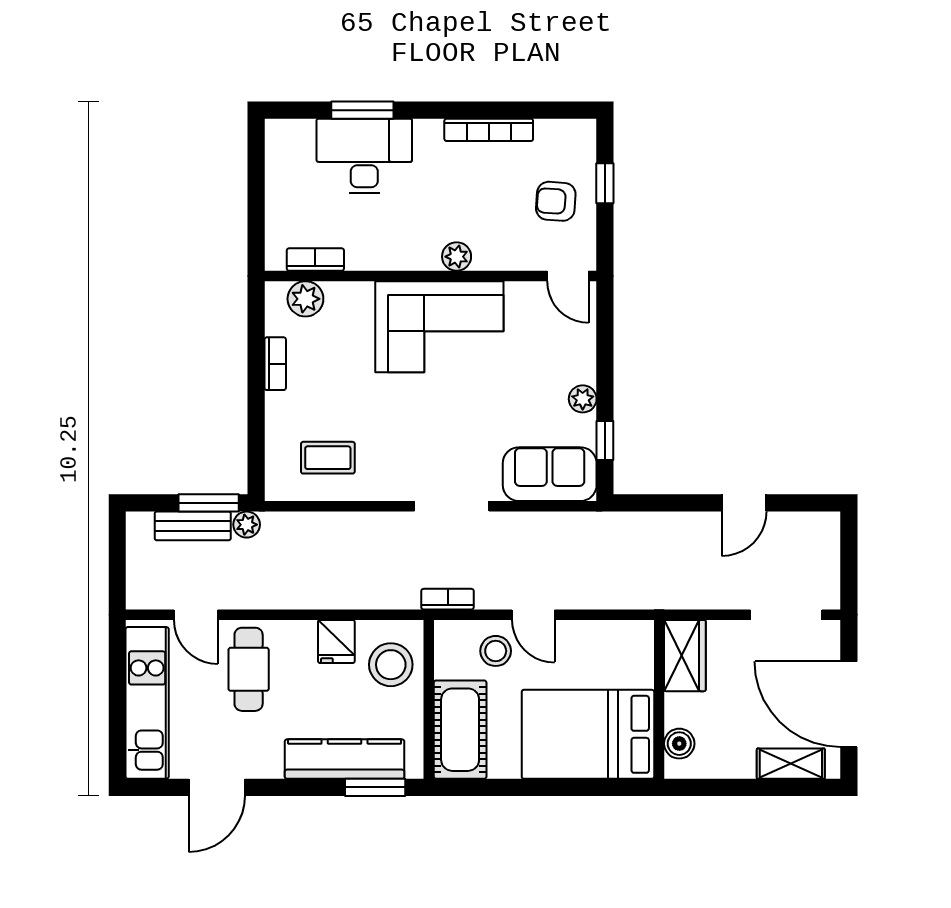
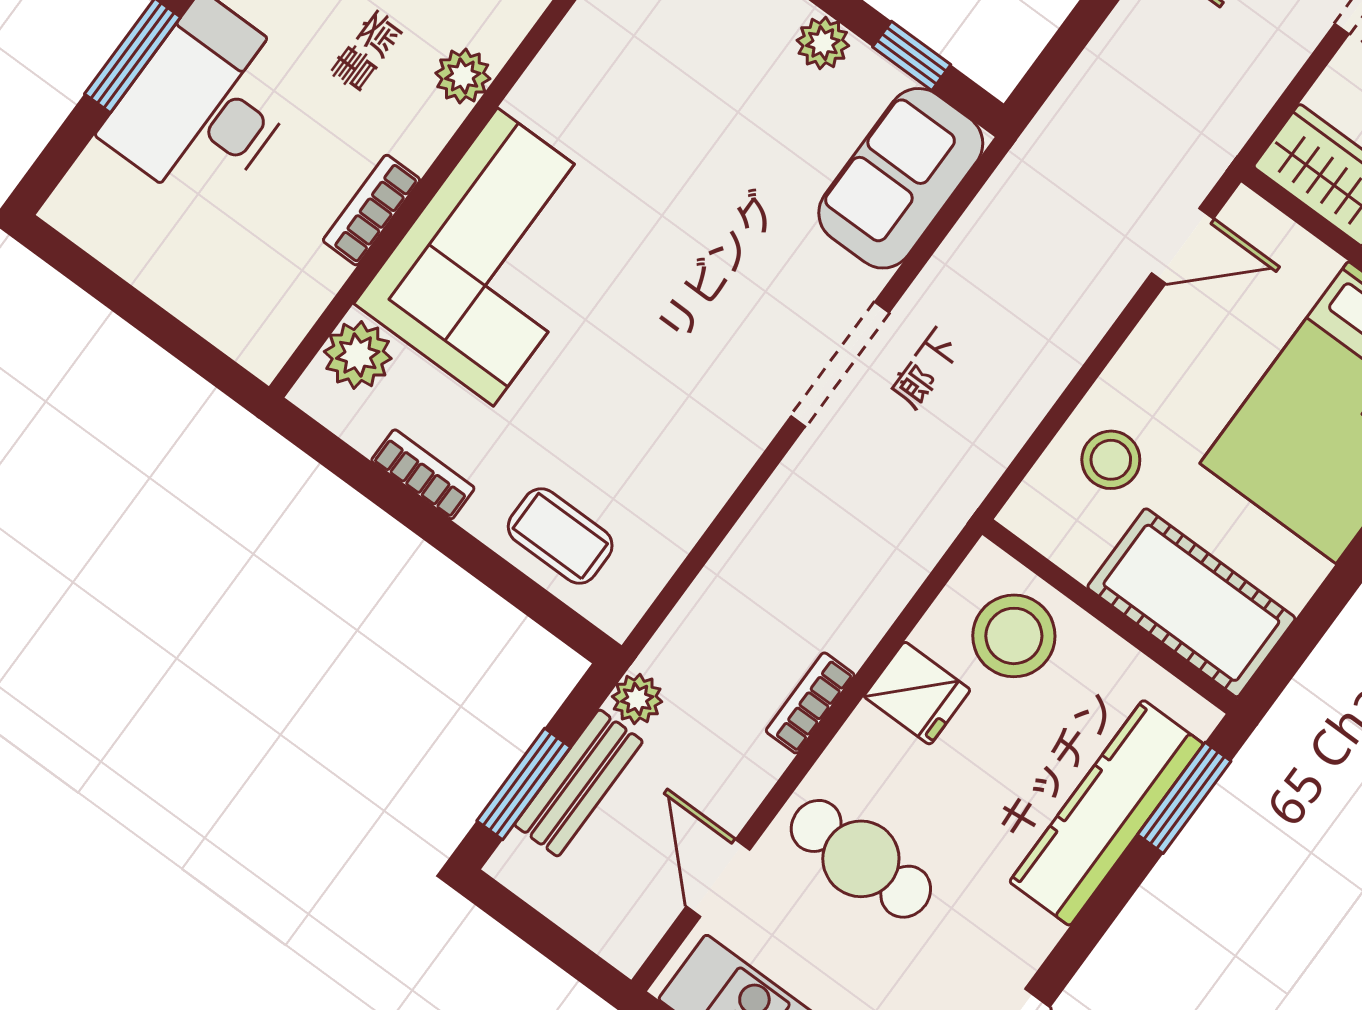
bookcase: (315, 260) -> (371, 210), moved
corner sofa: (439, 327) -> (495, 257), moved
coffee table: (328, 458) -> (560, 536), moved, turned 90
window: (209, 503) -> (524, 784), moved
bookcase: (448, 599) -> (810, 703), moved
door: (196, 615) -> (718, 878), swing flipped
door: (533, 615) -> (1182, 246), moved

